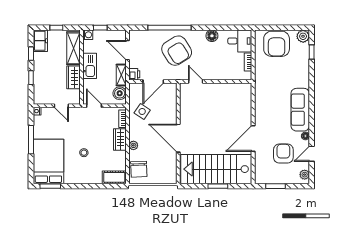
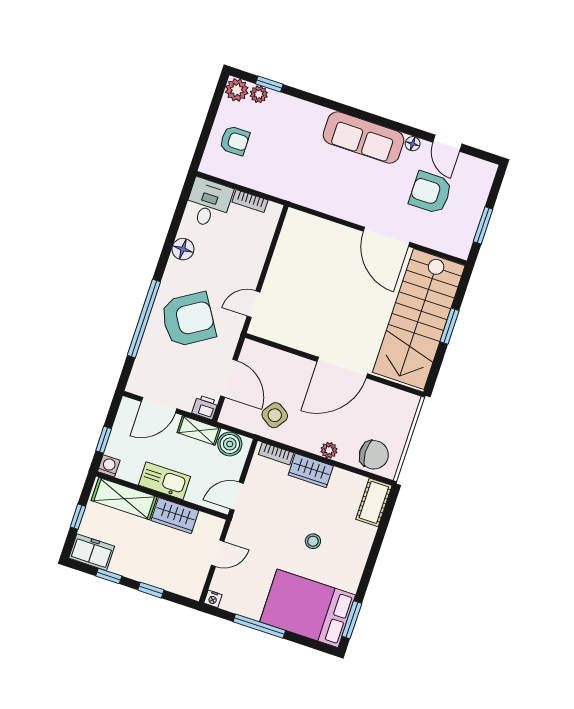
armchair: (277, 44) -> (235, 141), width x0.53, depth x0.53
plant: (305, 175) -> (259, 94), moved

